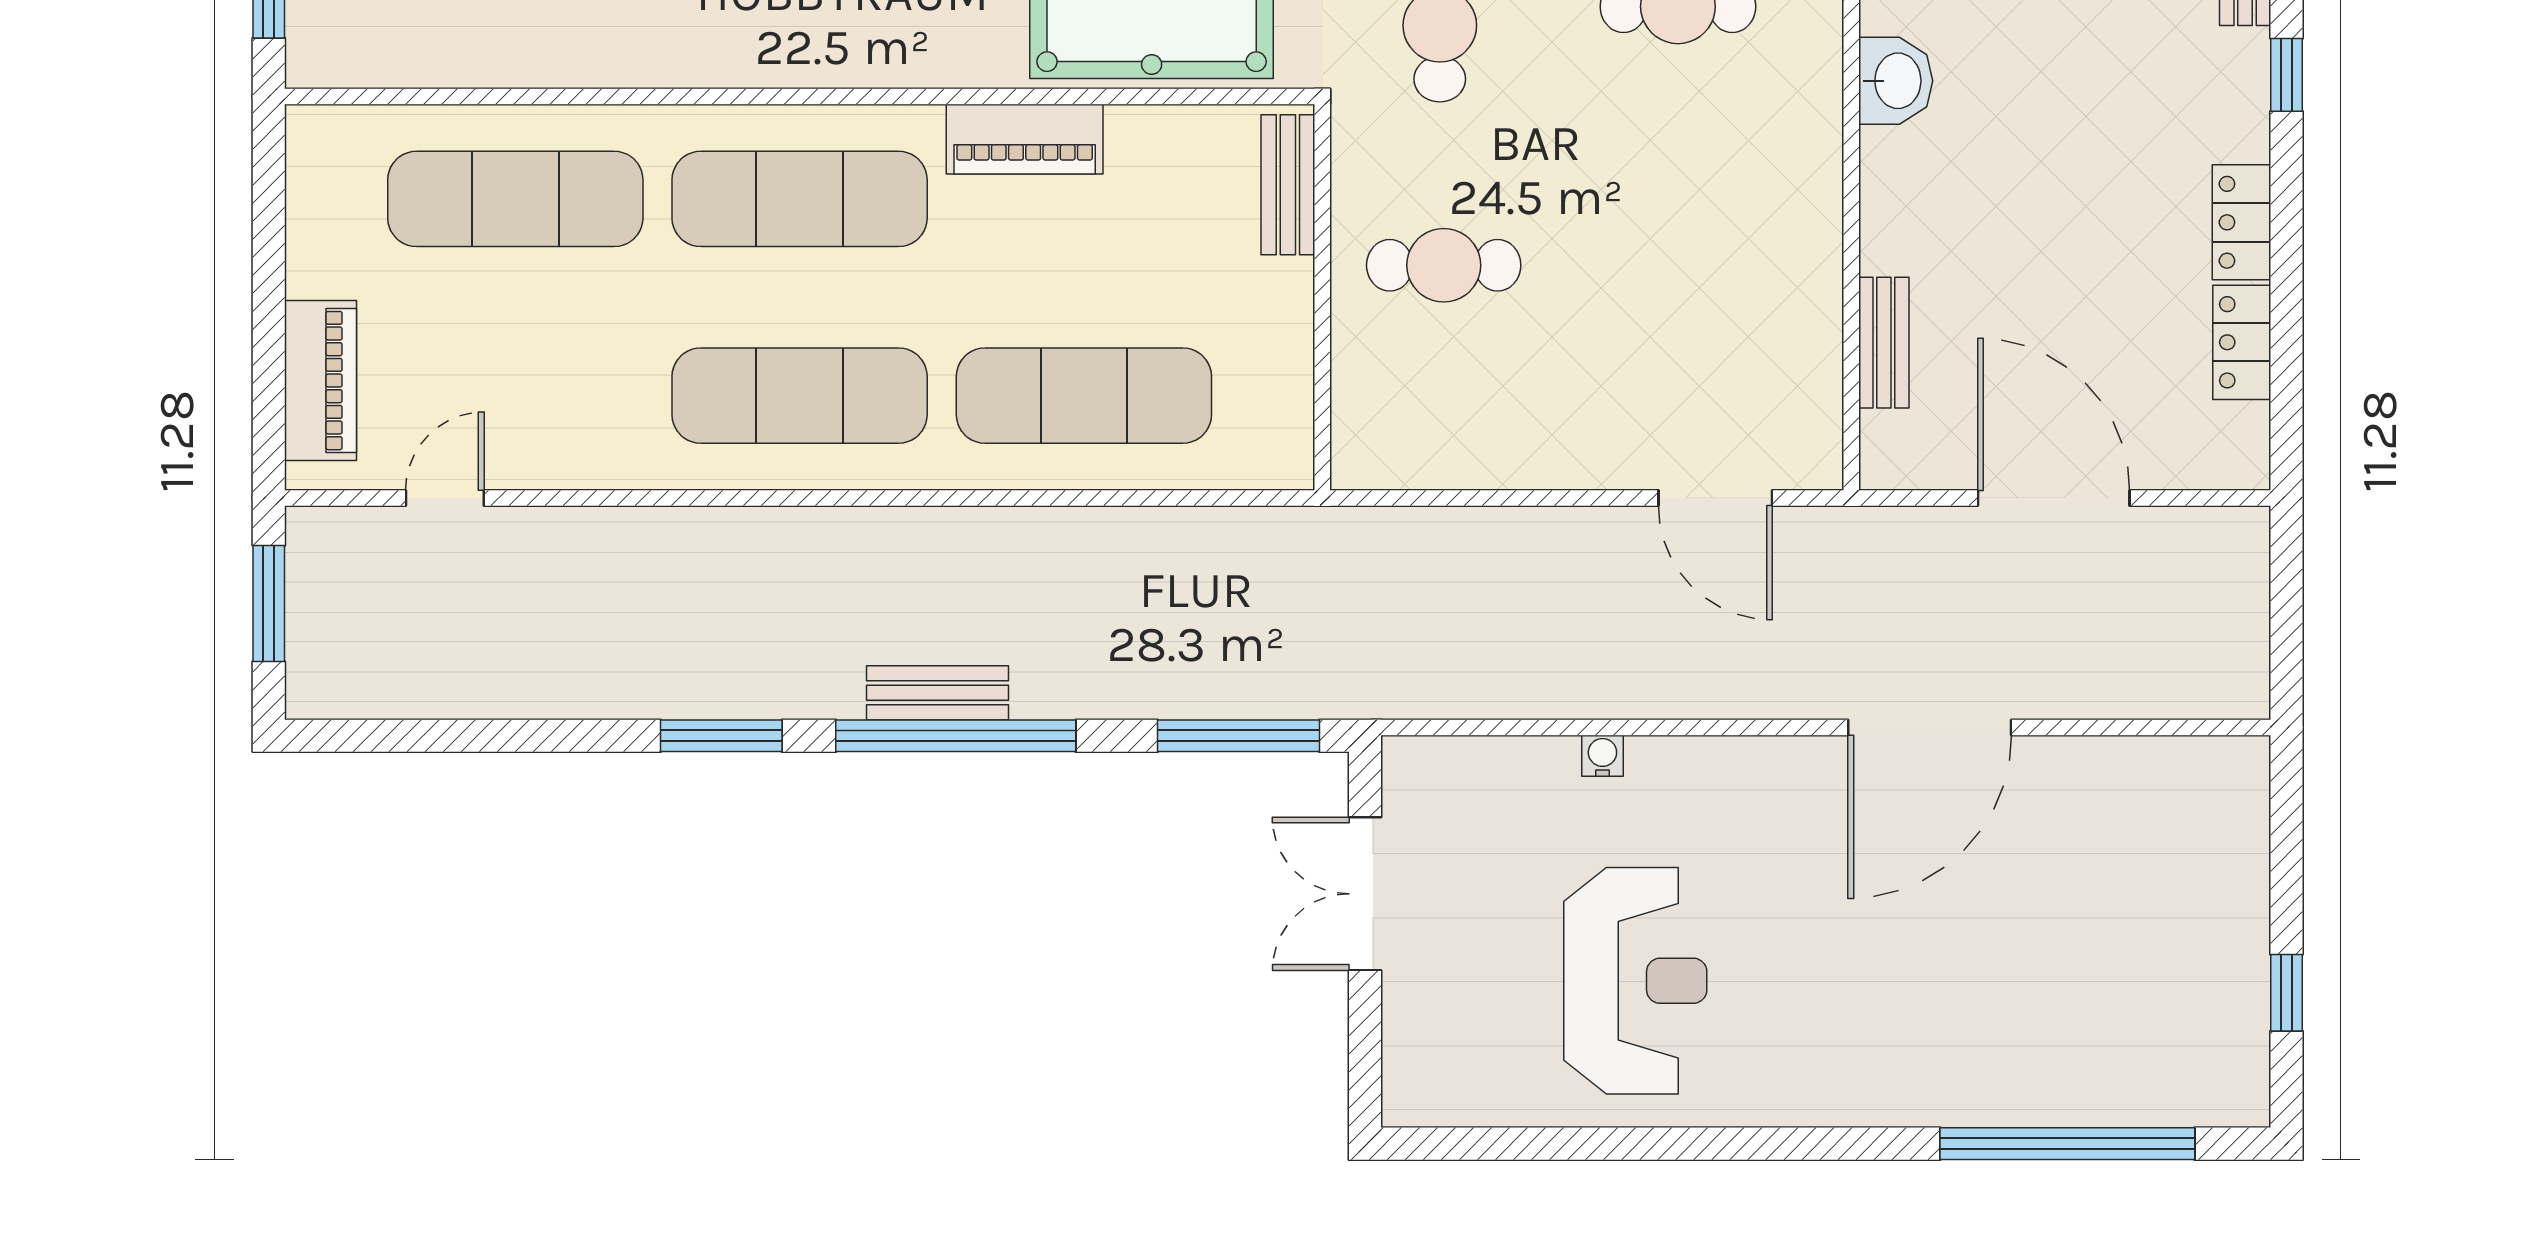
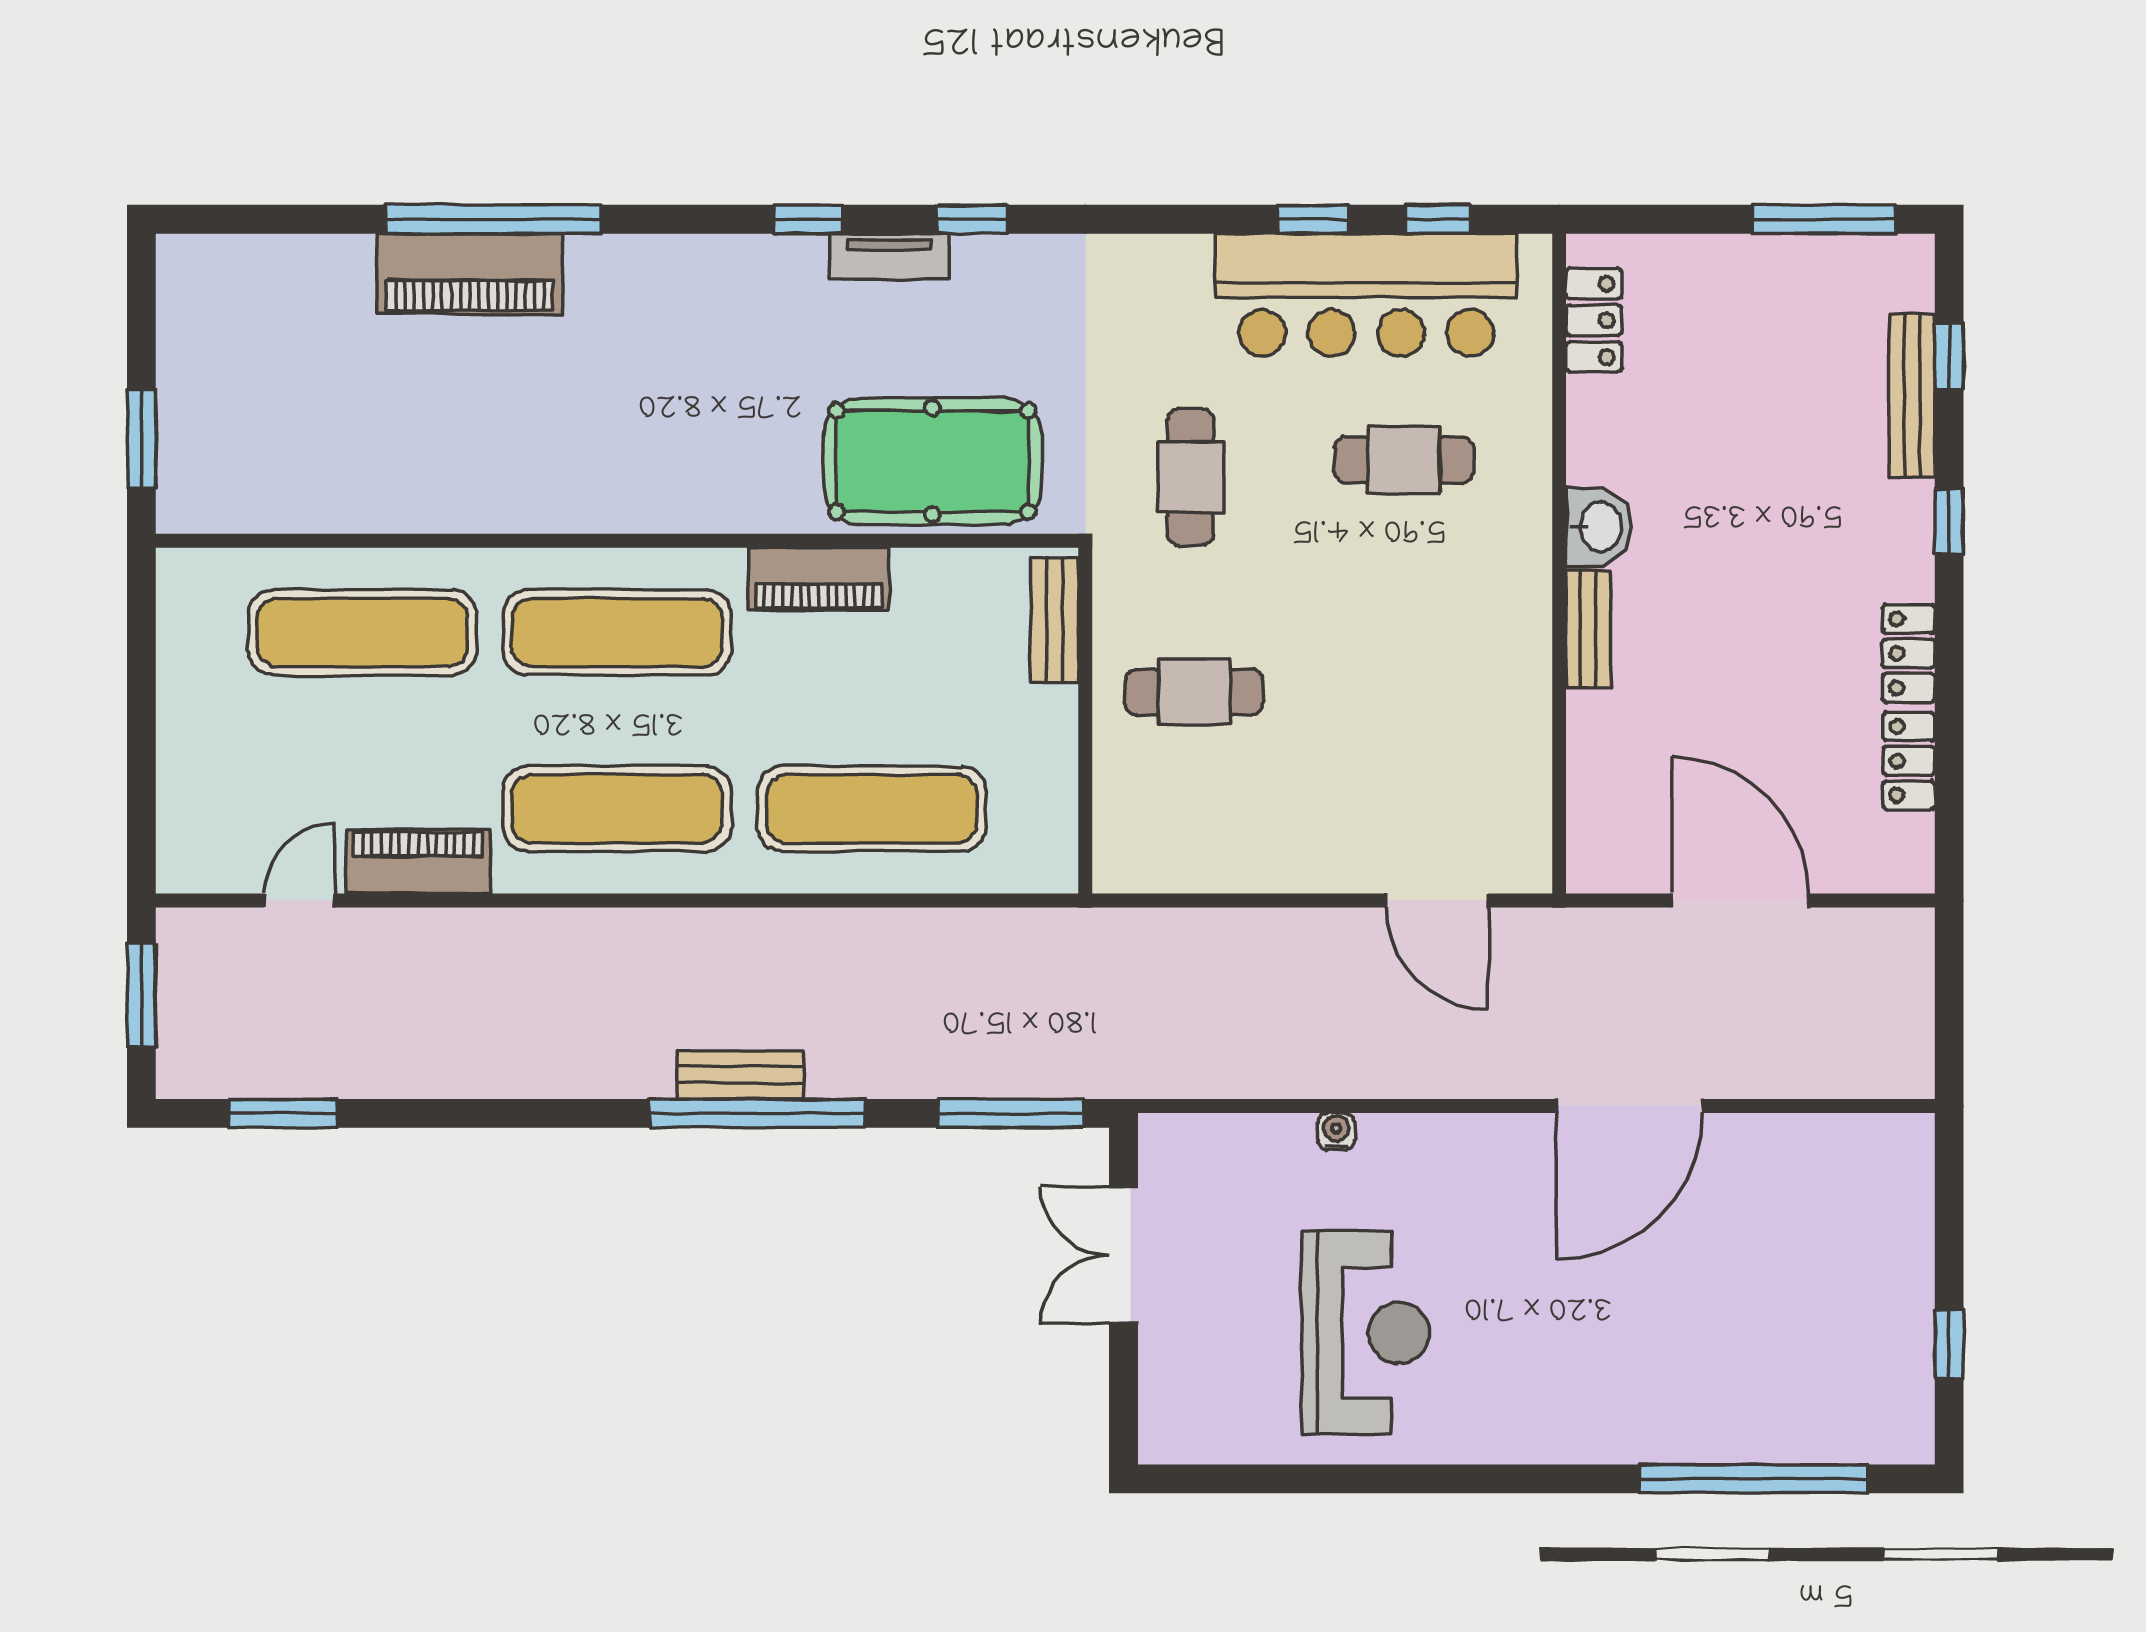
bench: (1884, 343) -> (1588, 629), moved
piano: (320, 381) -> (418, 861), moved, turned -90
window: (721, 736) -> (282, 1113), moved

